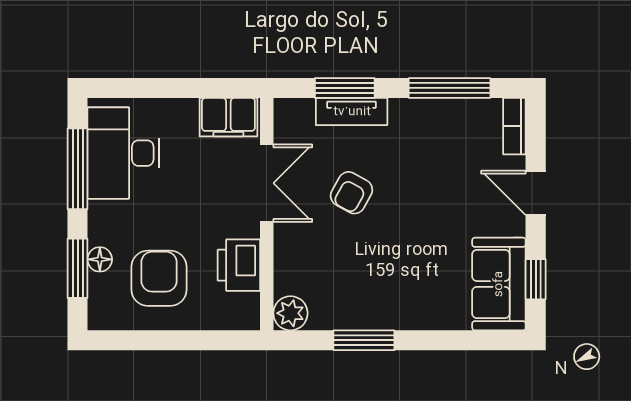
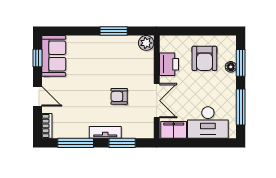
tv unit: (352, 112) -> (105, 132), moved
desk: (123, 153) -> (208, 123), moved, turned 90
double door: (267, 183) -> (157, 101), swing flipped
armchair: (351, 193) -> (119, 96), turned -119

